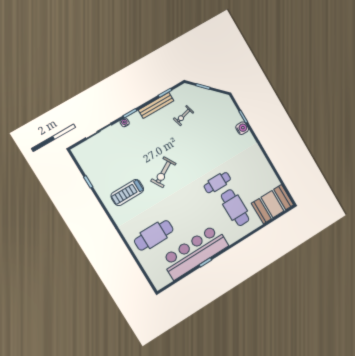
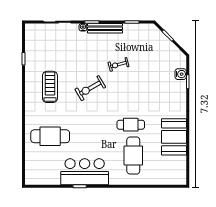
bench: (156, 105) -> (105, 28), moved
exercise bike: (183, 116) -> (119, 64), moved
water cooler: (242, 128) -> (181, 74), moved
treadmill: (127, 193) -> (50, 87), turned 90
booth: (272, 204) -> (174, 137), moved, turned 90
bar counter: (195, 252) -> (85, 172), width x0.73

